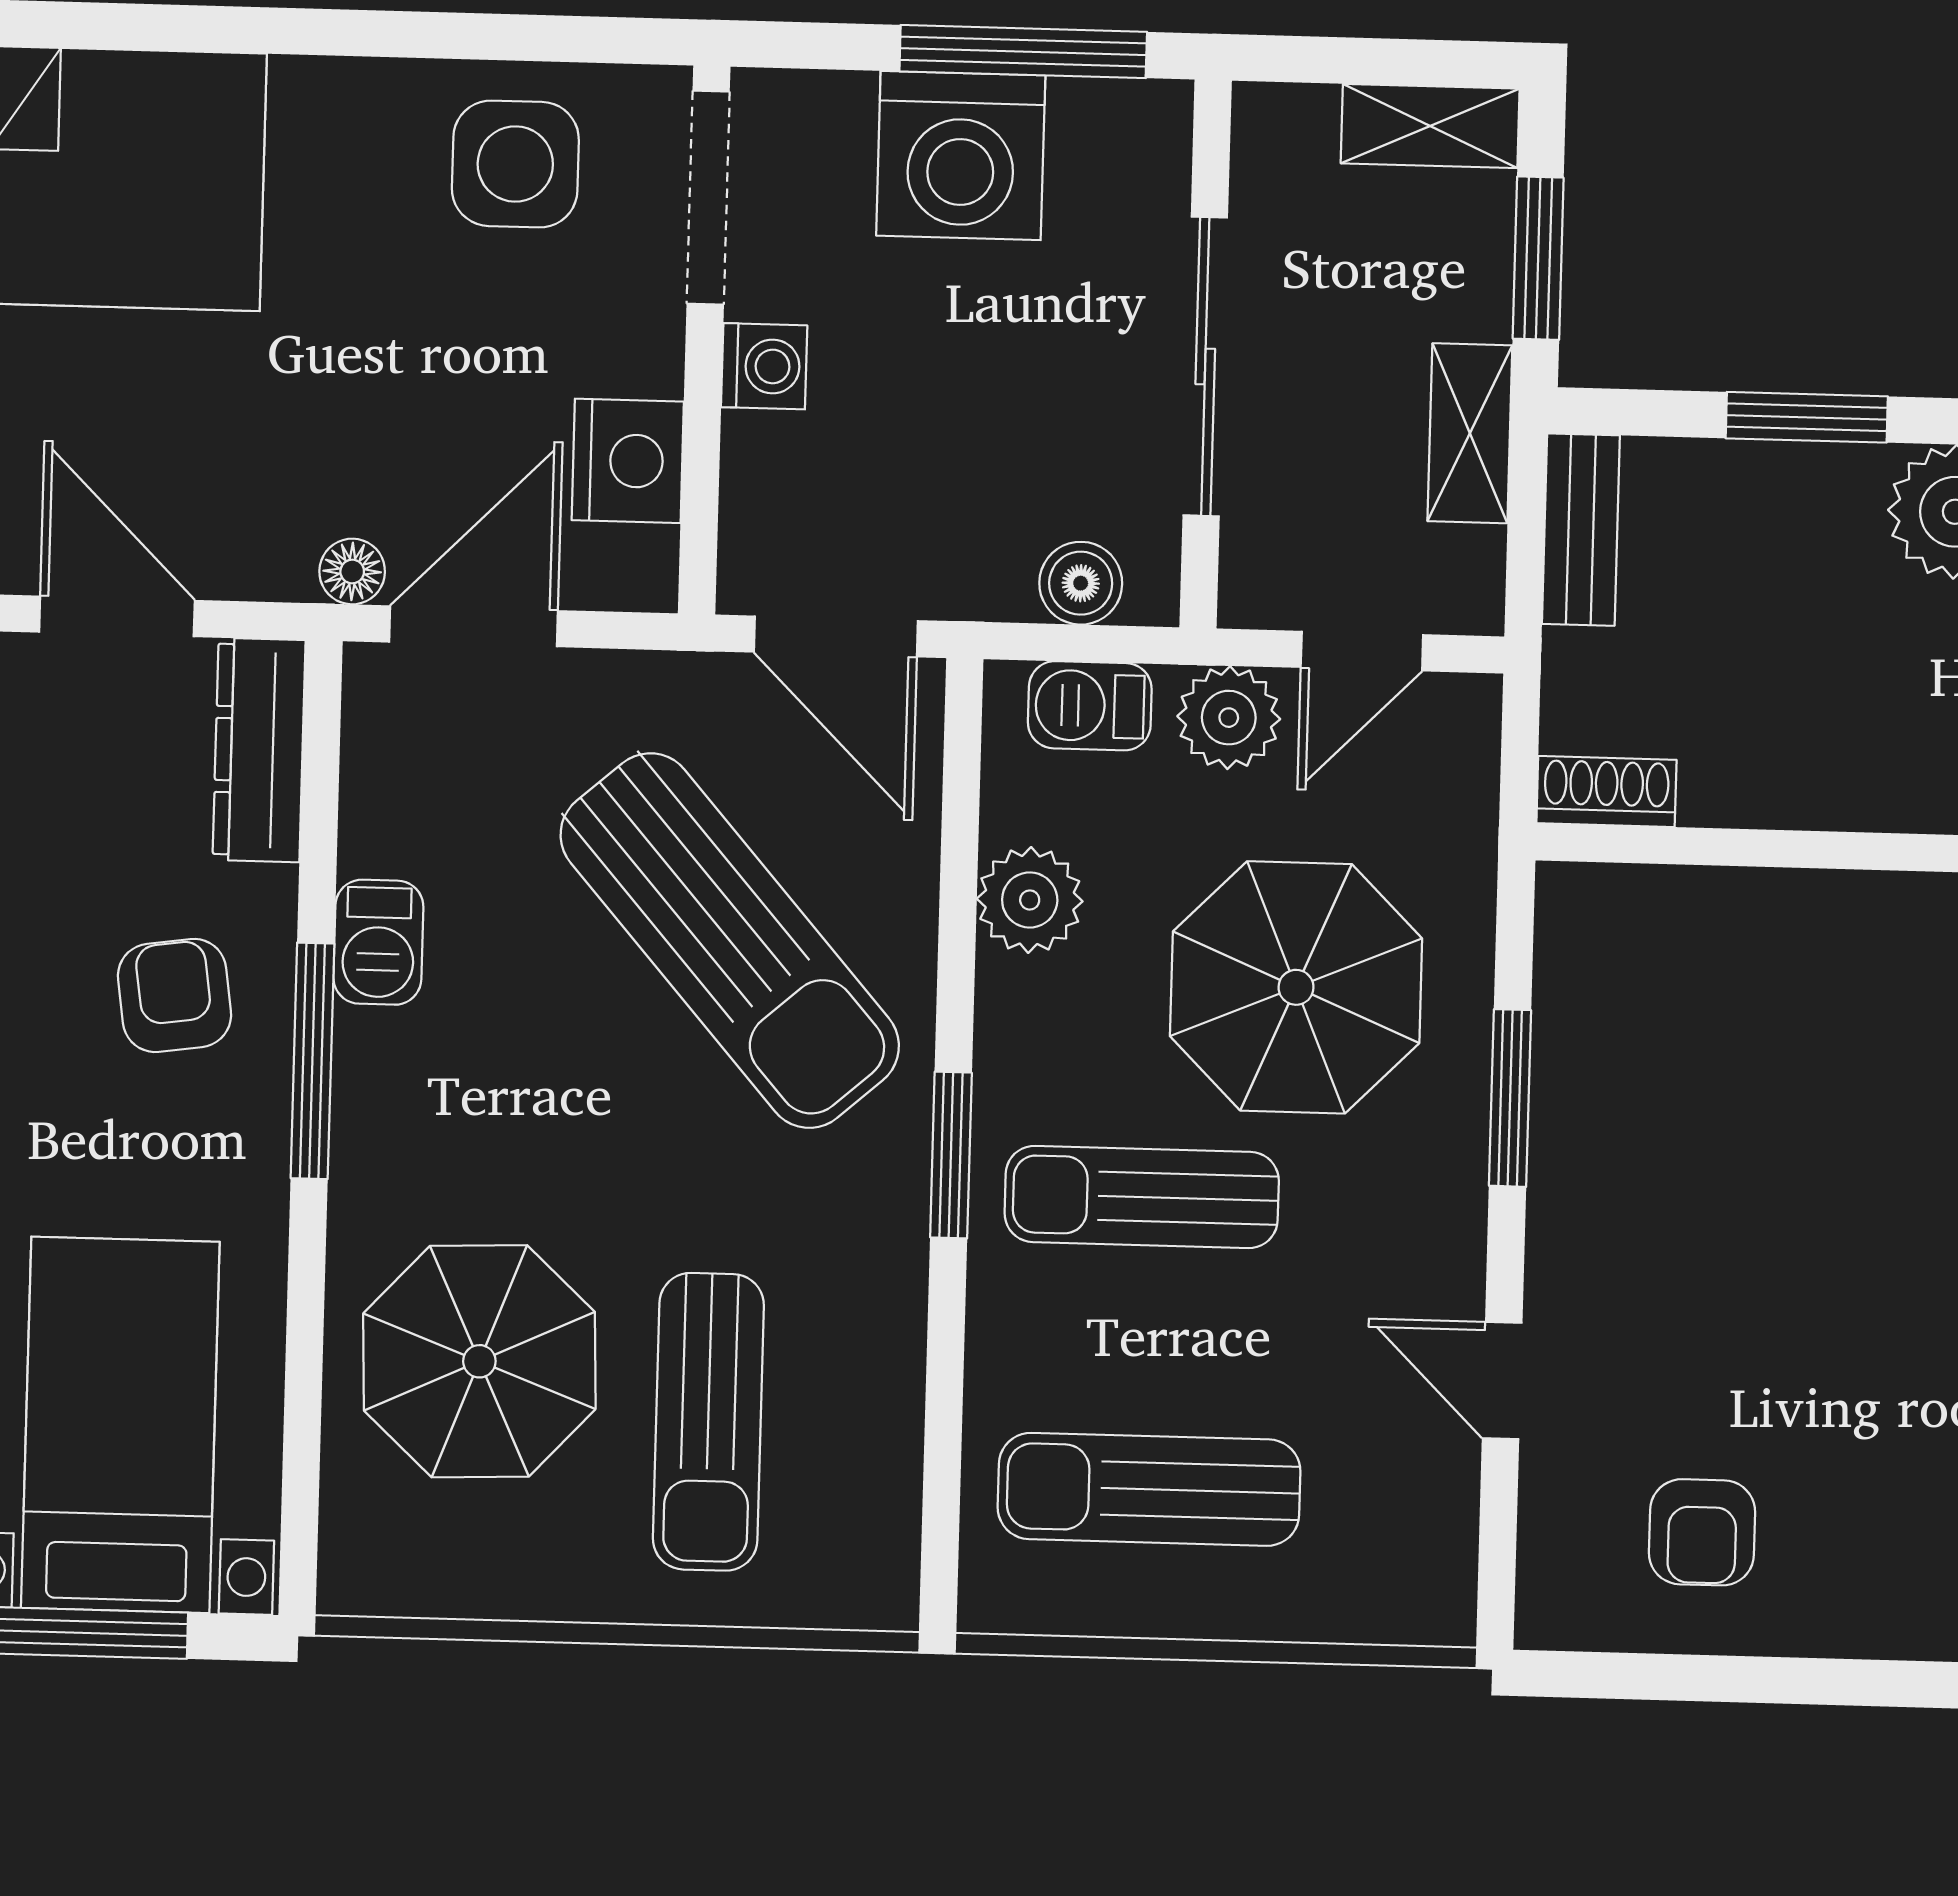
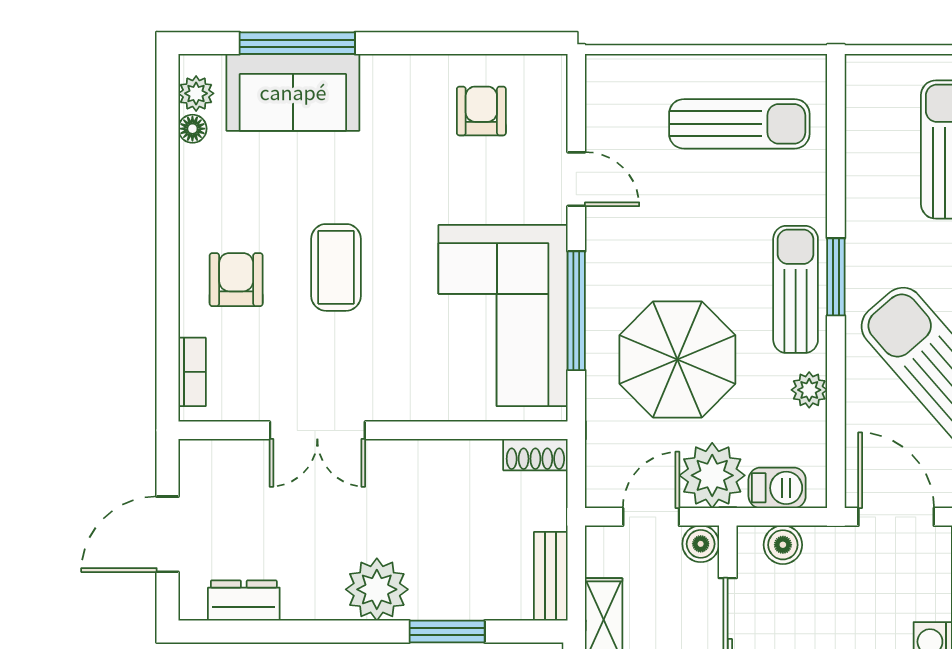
boiler: (1257, 590) -> (701, 544), added
plant: (1229, 718) -> (712, 475), width x1.36, depth x1.36
plant: (1030, 900) -> (809, 390), width x0.73, depth x0.73
corner sofa: (1668, 1092) -> (503, 316), added
window: (1510, 1098) -> (576, 311), width x1.44
sun lounger: (1142, 1197) -> (796, 289), moved, turned -90

